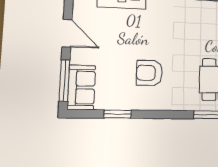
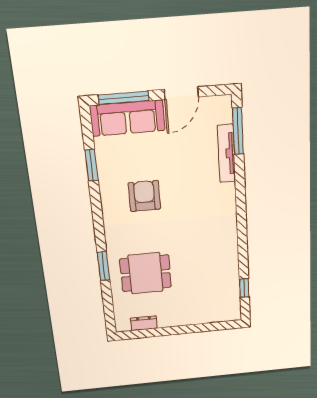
sofa: (81, 87) -> (127, 118), width x1.36

